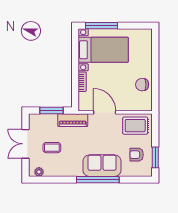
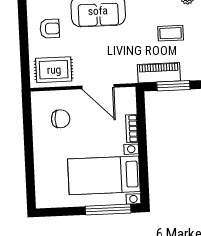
chair: (142, 85) -> (61, 119), moved
piano: (73, 120) -> (159, 73), moved
window: (155, 157) -> (23, 26), removed

